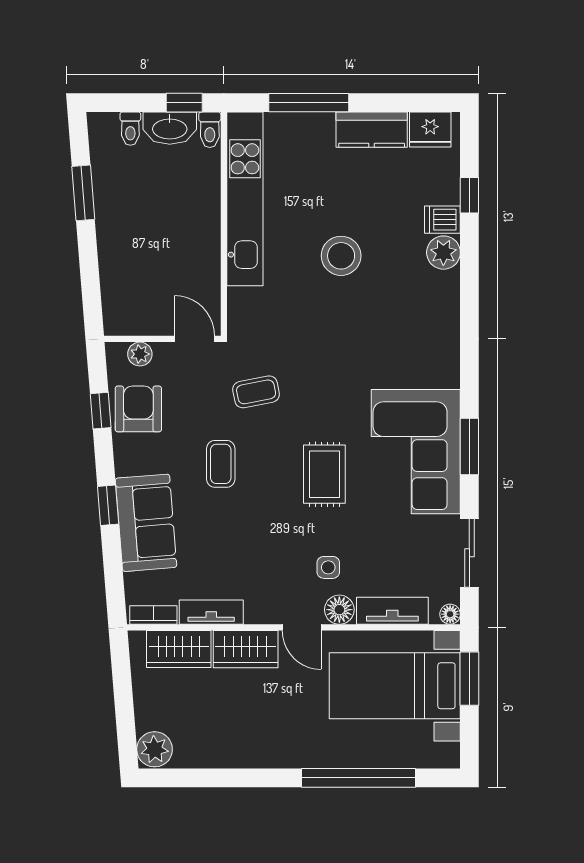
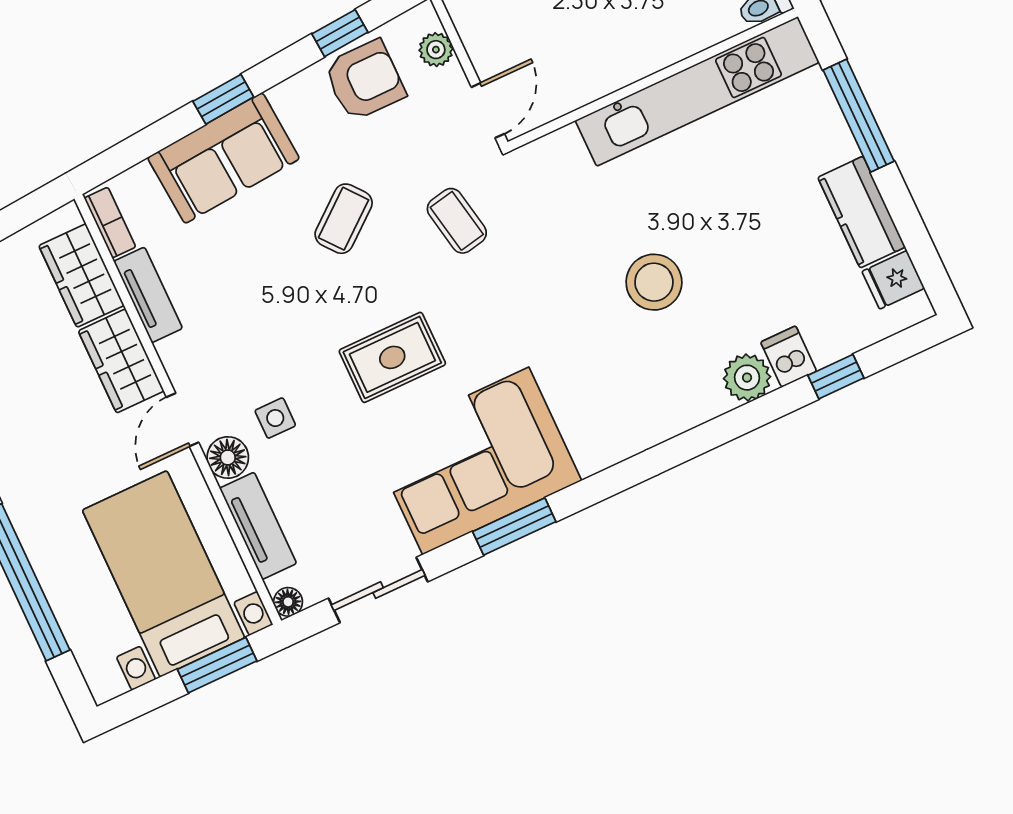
fridge: (430, 129) -> (893, 280), width x0.72
stool: (341, 256) -> (654, 282), moved
coffee table: (221, 464) -> (344, 219), turned -39

